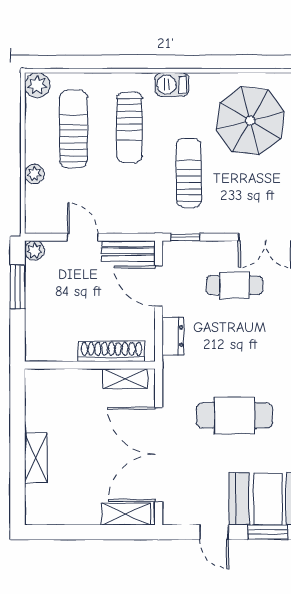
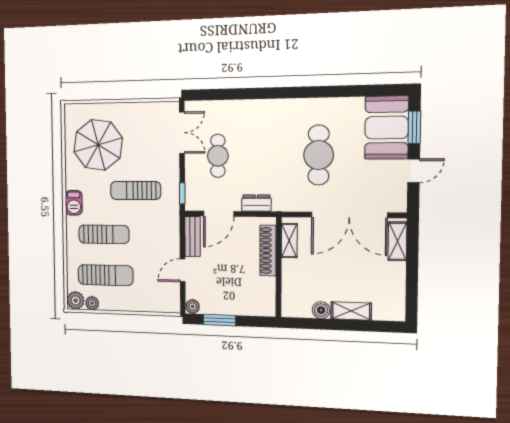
sun lounger: (74, 129) -> (105, 275), turned 180
plant: (34, 174) -> (92, 303), moved
boiler: (36, 420) -> (321, 310), added

